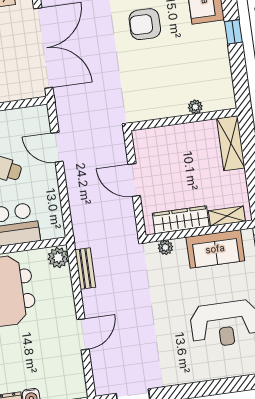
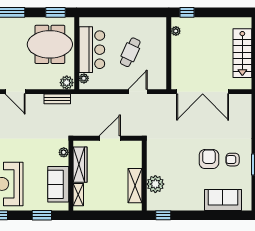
window: (233, 32) -> (163, 215), moved
plant: (195, 107) -> (155, 184), width x1.88, depth x1.88
shelving: (231, 143) -> (135, 186), moved, turned 90
plant: (48, 232) -> (84, 78), added

